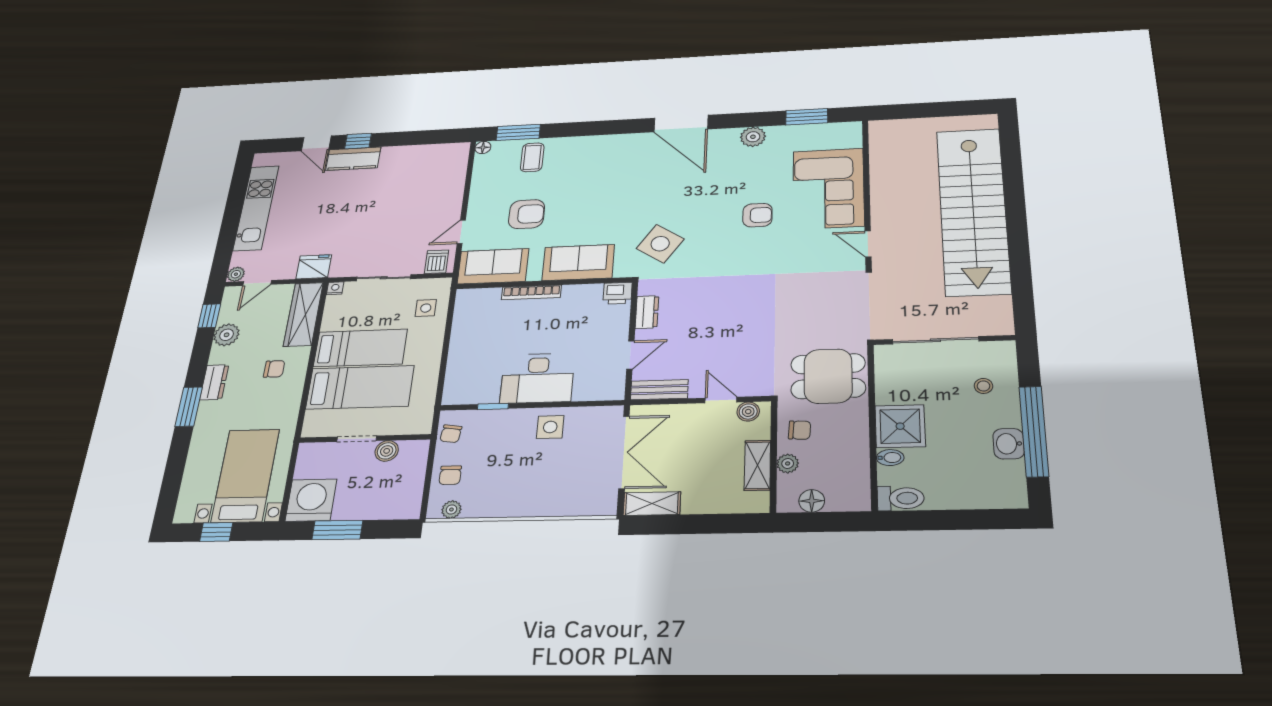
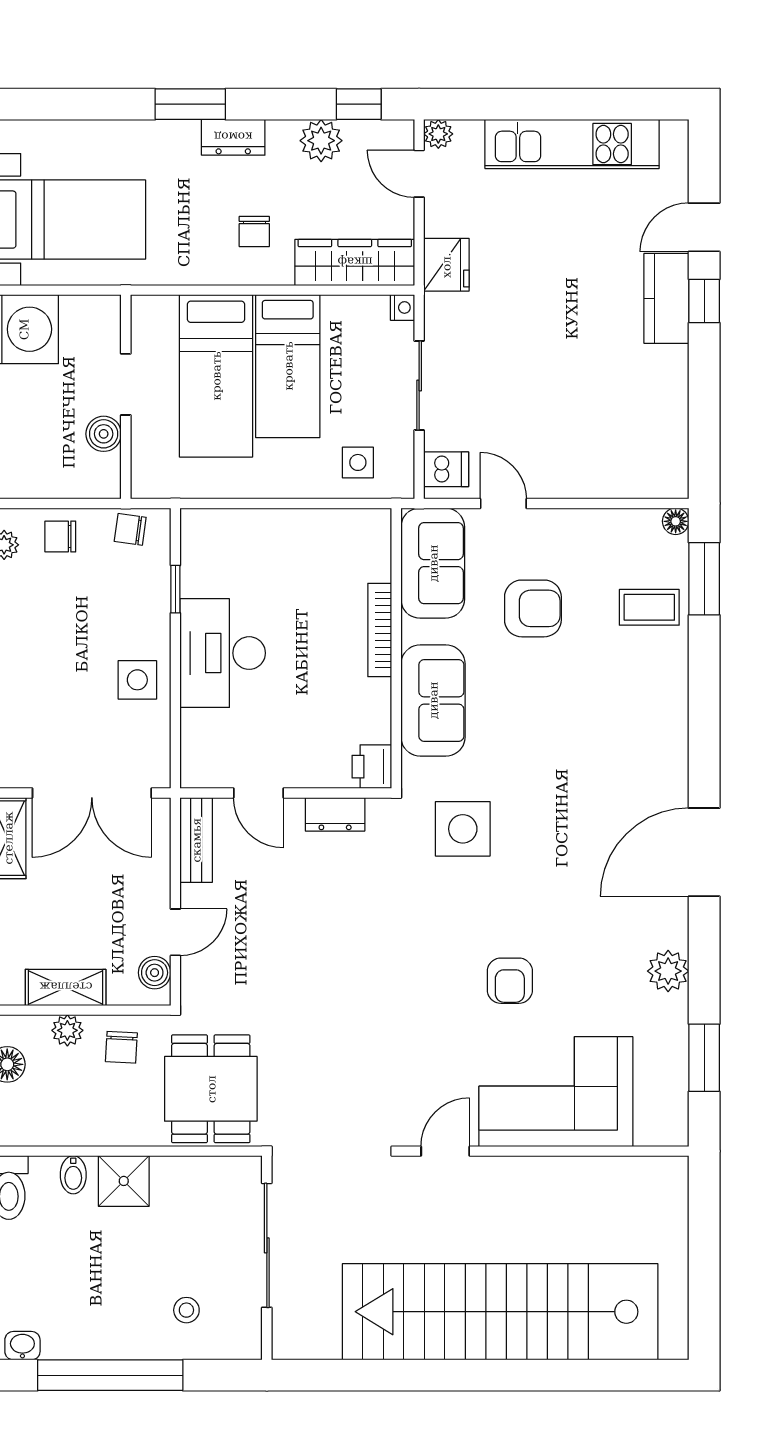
armchair: (527, 214) -> (533, 608), turned -90
side table: (660, 244) -> (463, 829), turned -34
shower: (900, 426) -> (124, 1181), width x0.73, depth x0.73
washbasin: (1009, 444) -> (22, 1346), moved, width x0.72, depth x0.69

